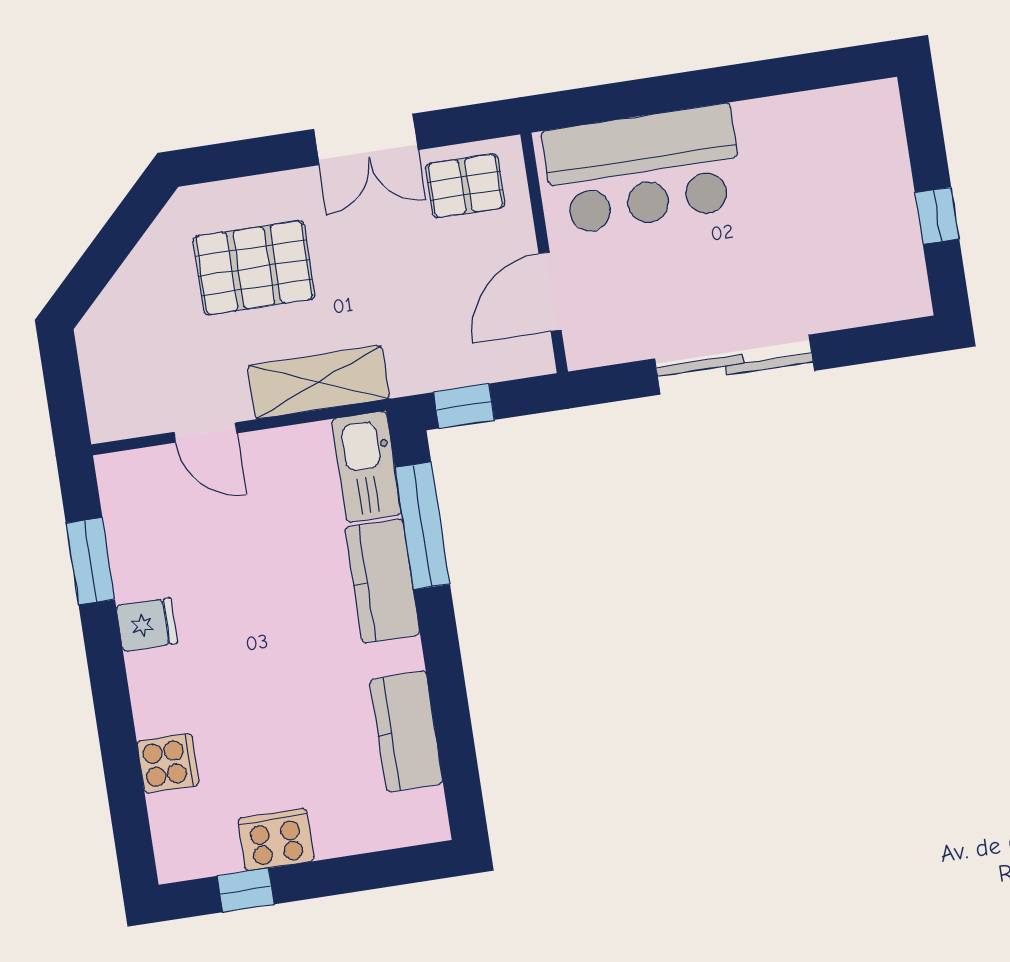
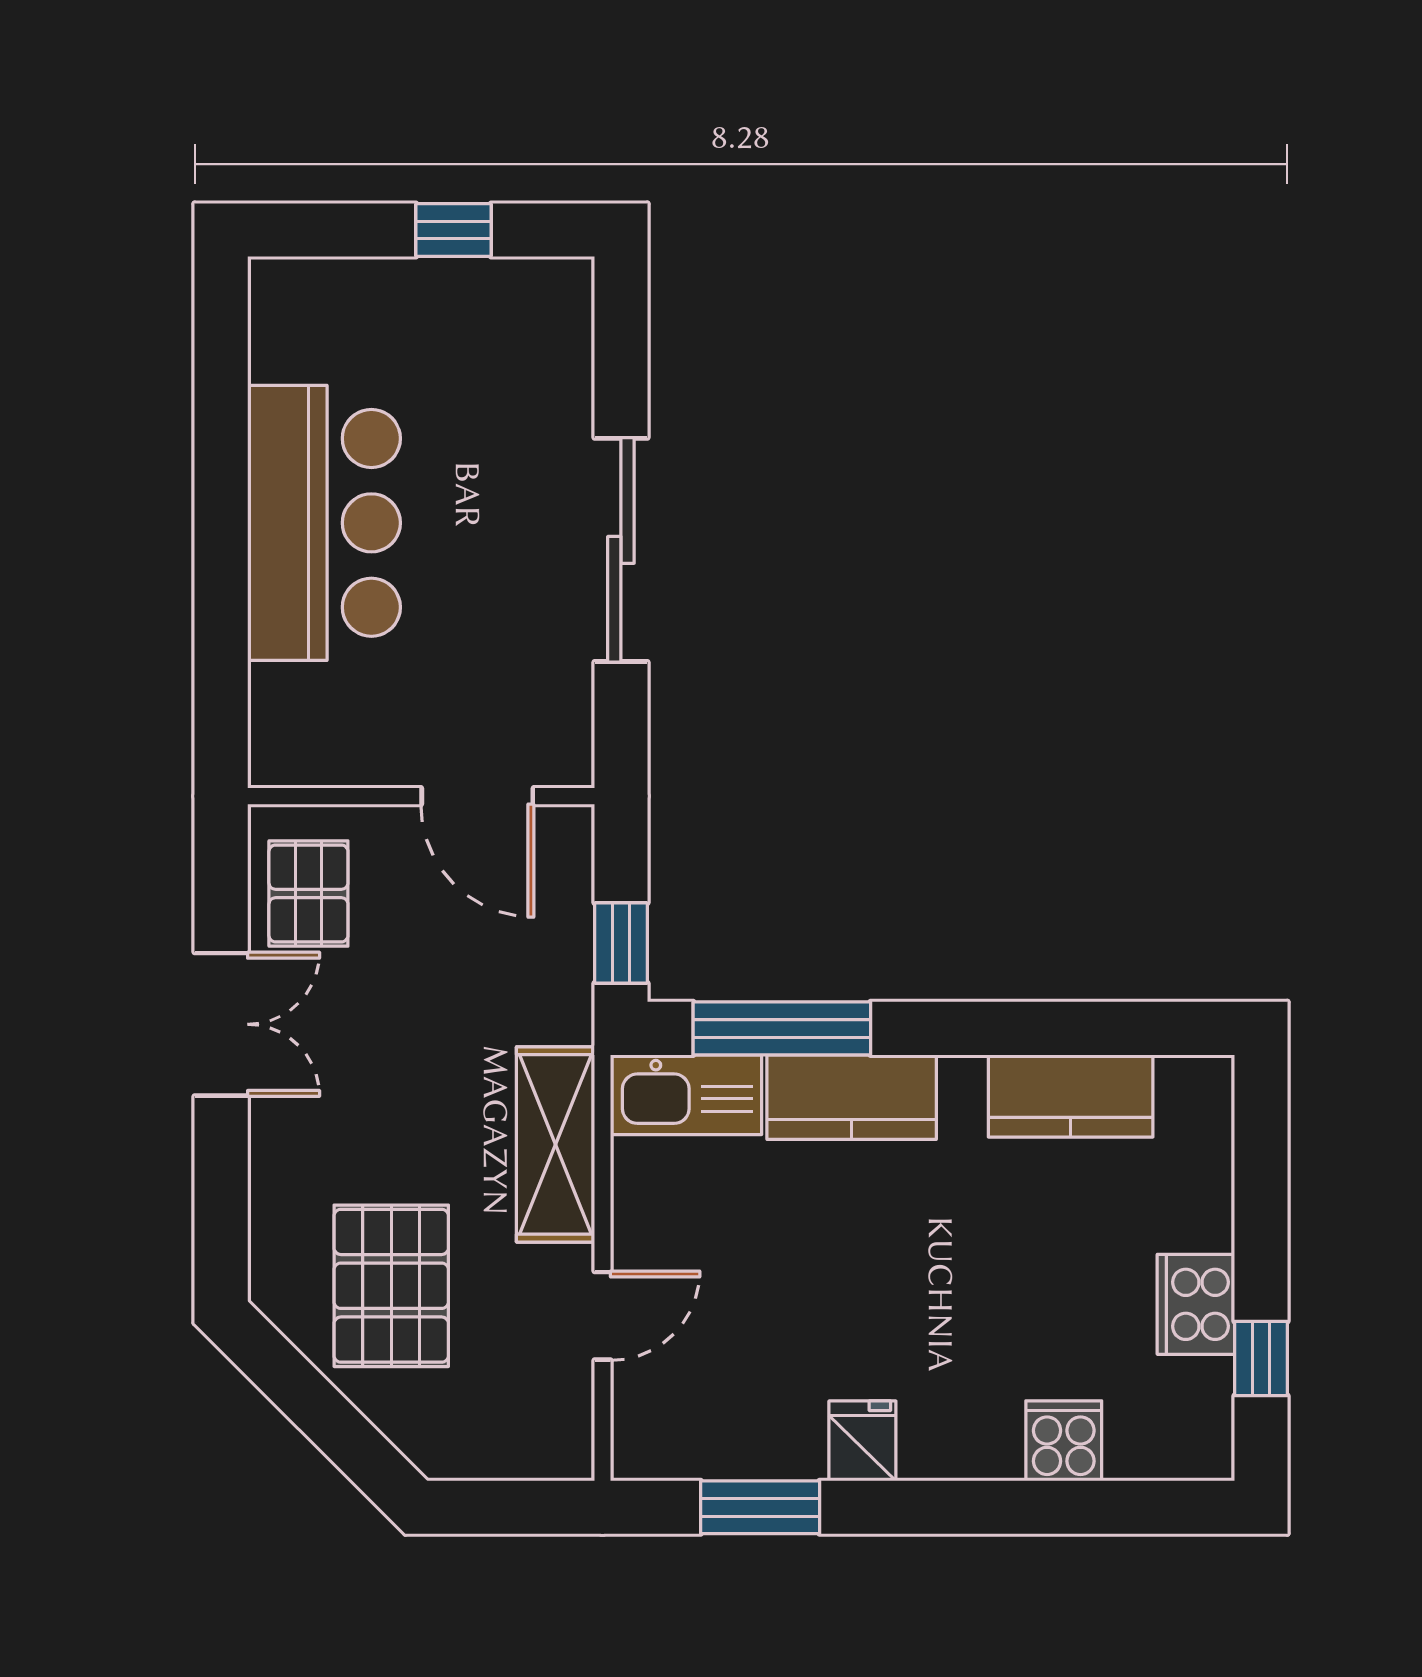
bar counter: (643, 169) -> (324, 523), moved
pallet: (254, 268) -> (391, 1286), moved

